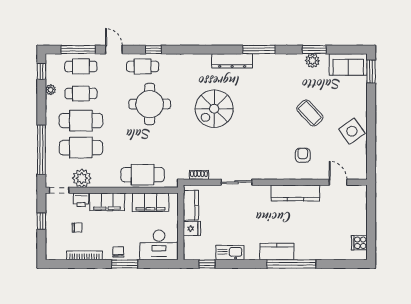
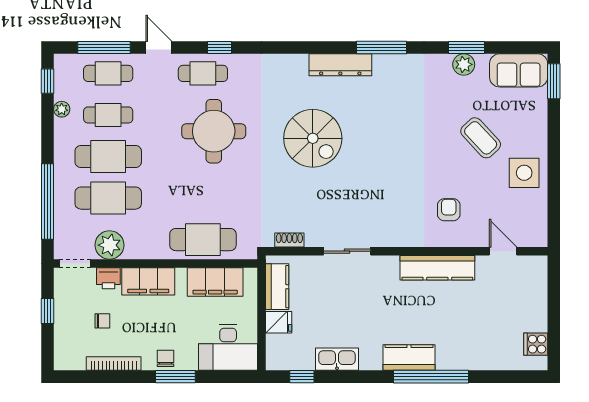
spiral stairs: (214, 109) -> (313, 138), turned -90
coffee table: (310, 113) -> (481, 138), moved
side table: (352, 131) -> (524, 173), turned 35

